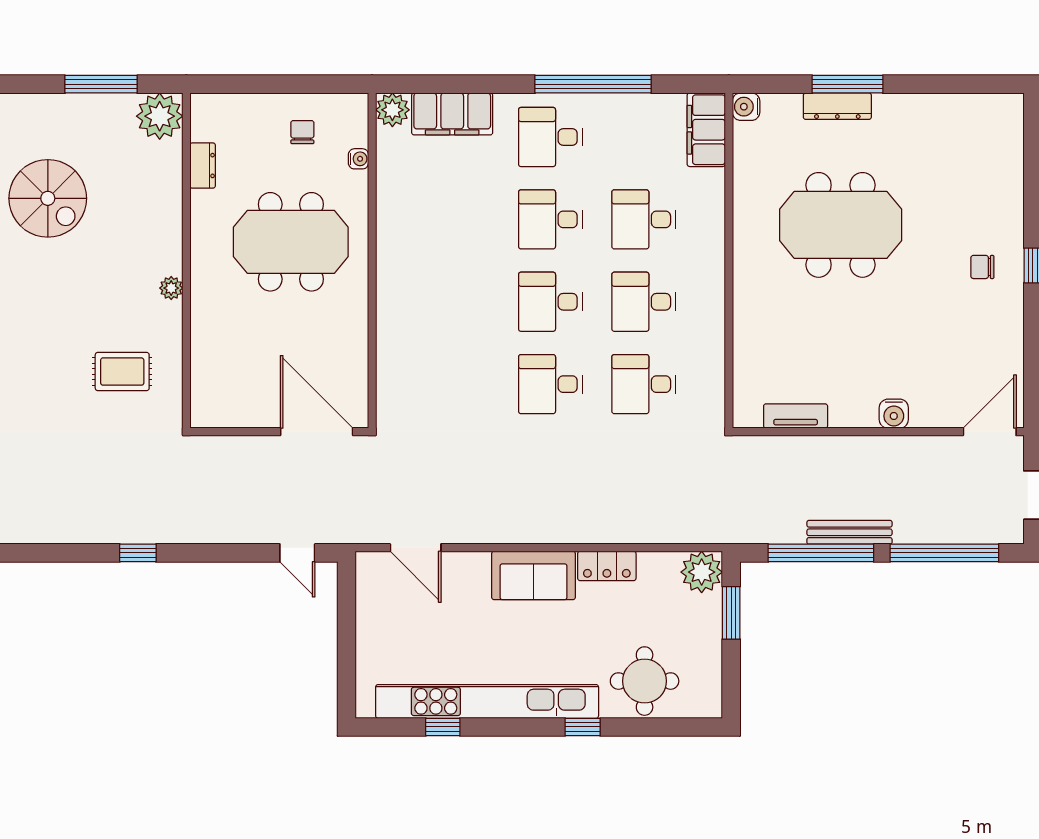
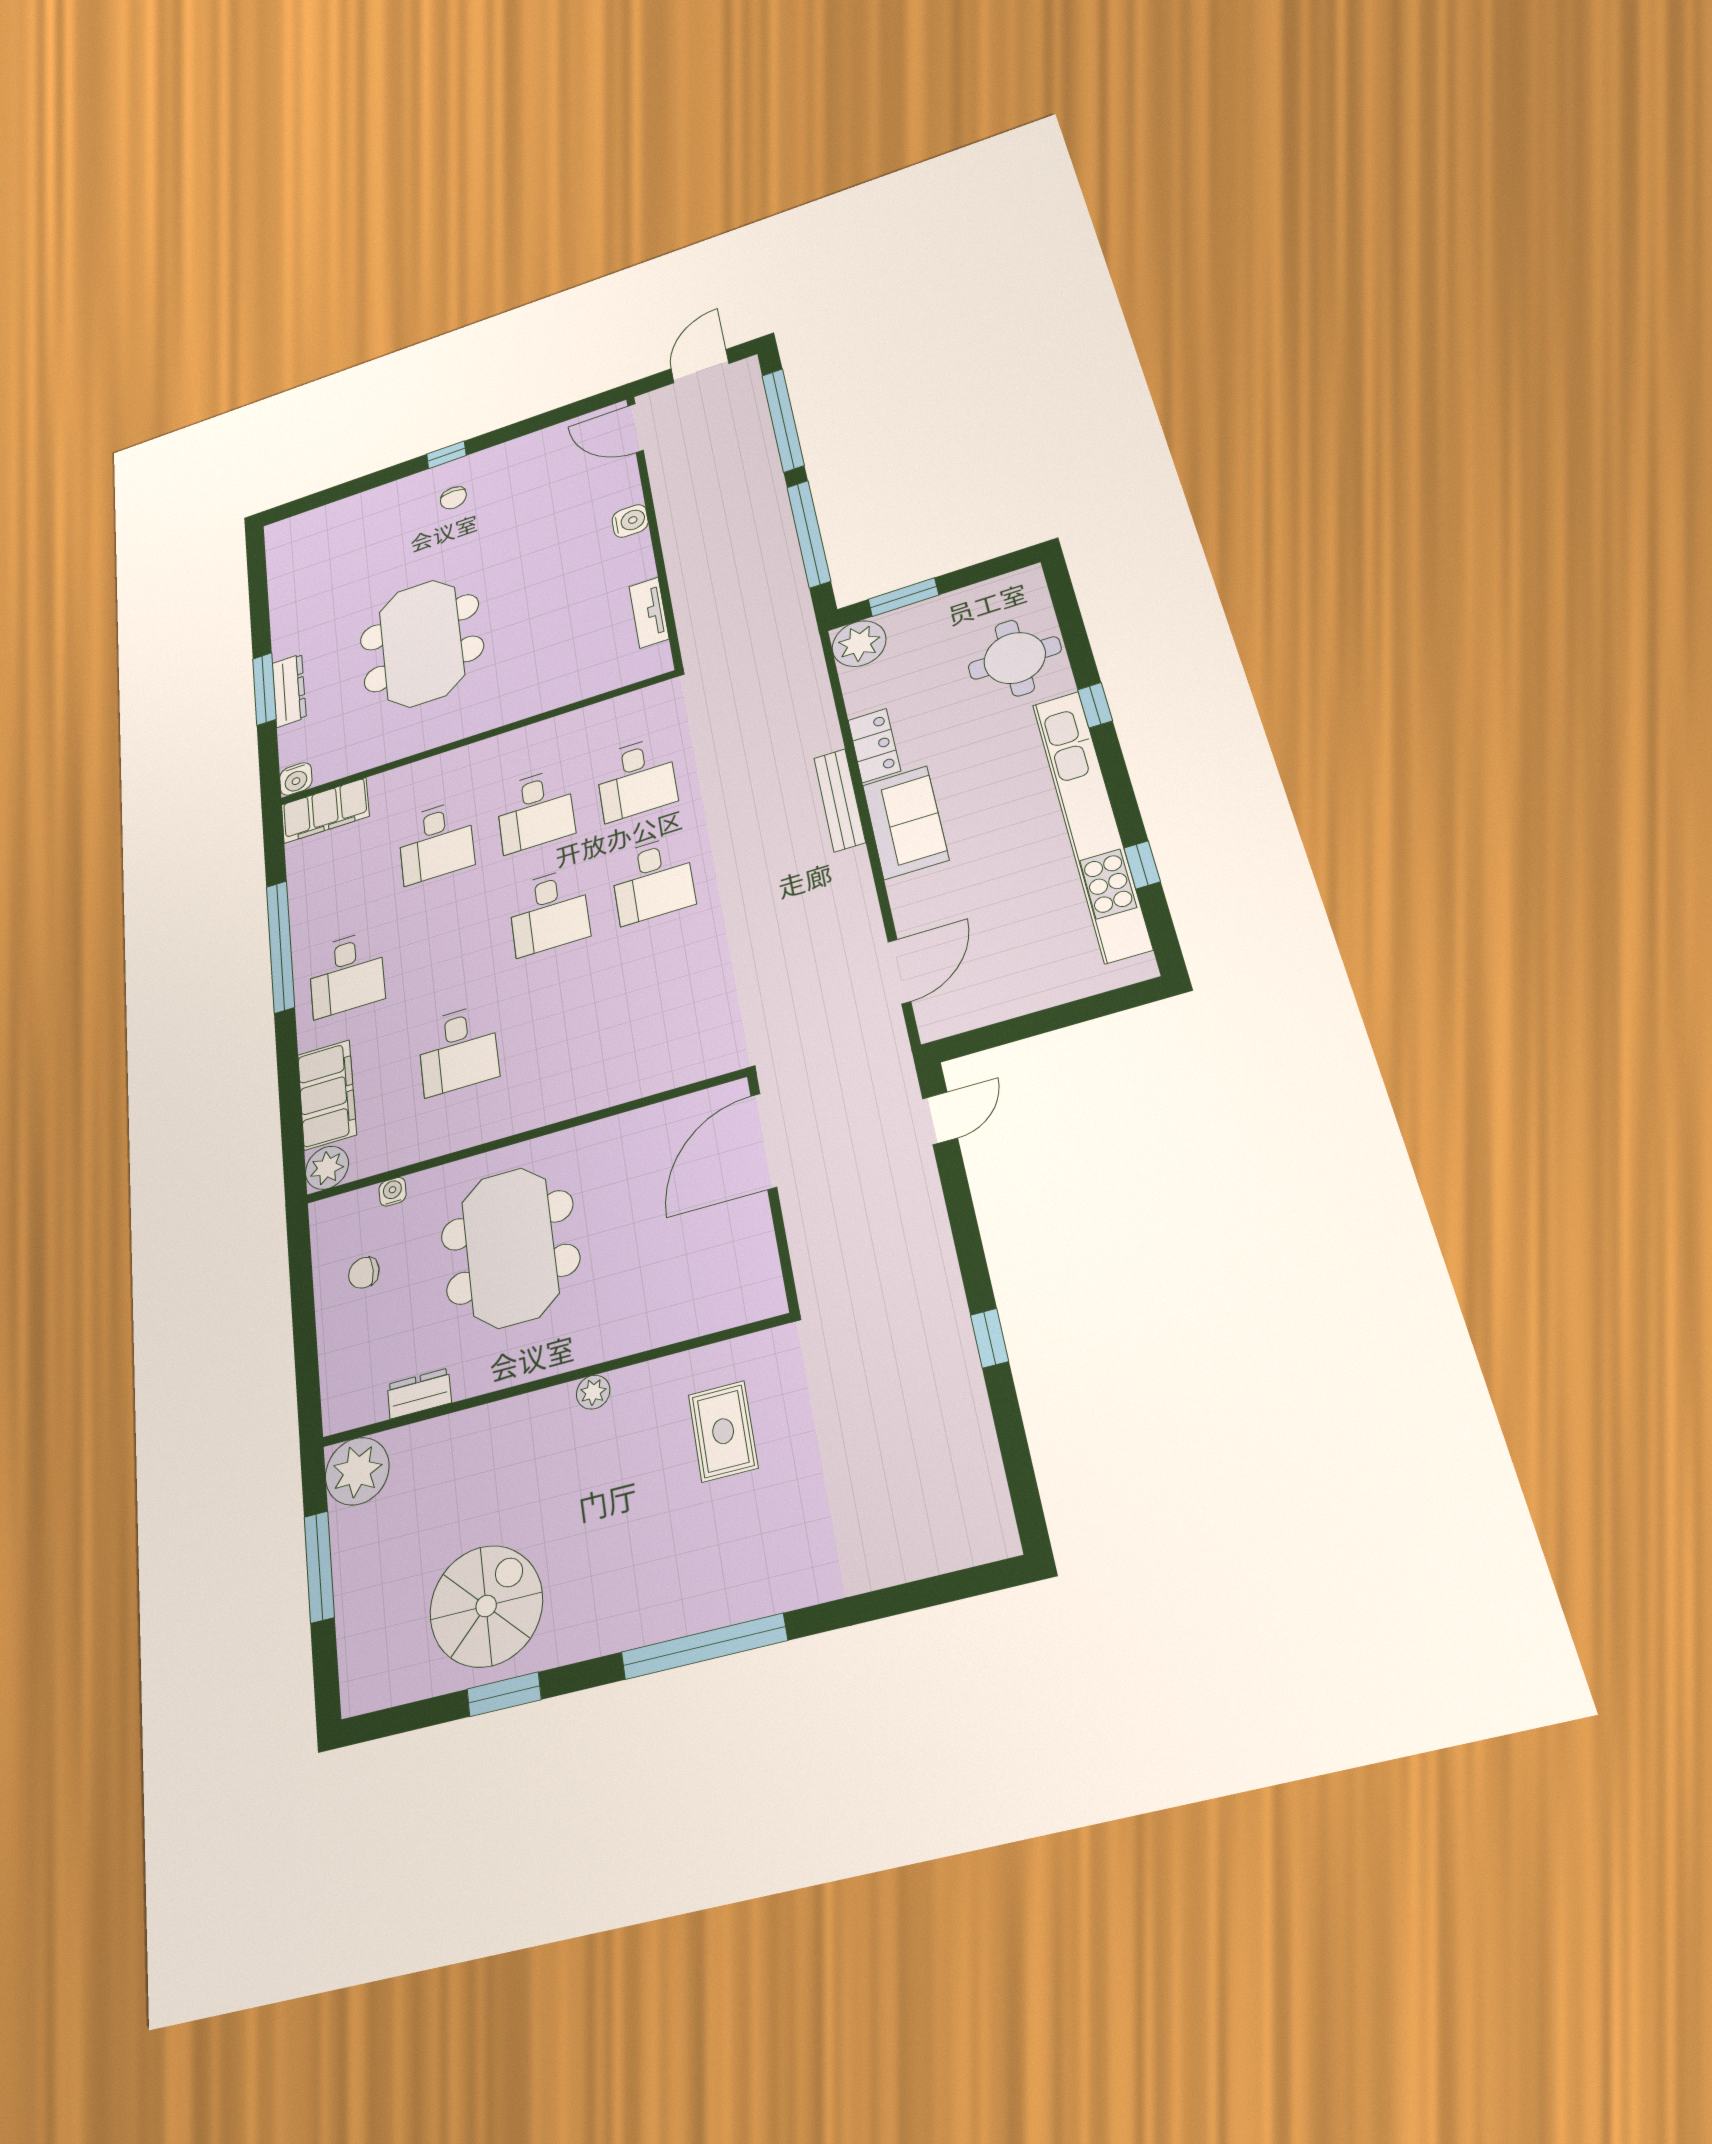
desk: (550, 219) -> (458, 1050), moved
bench: (849, 532) -> (840, 800), moved

